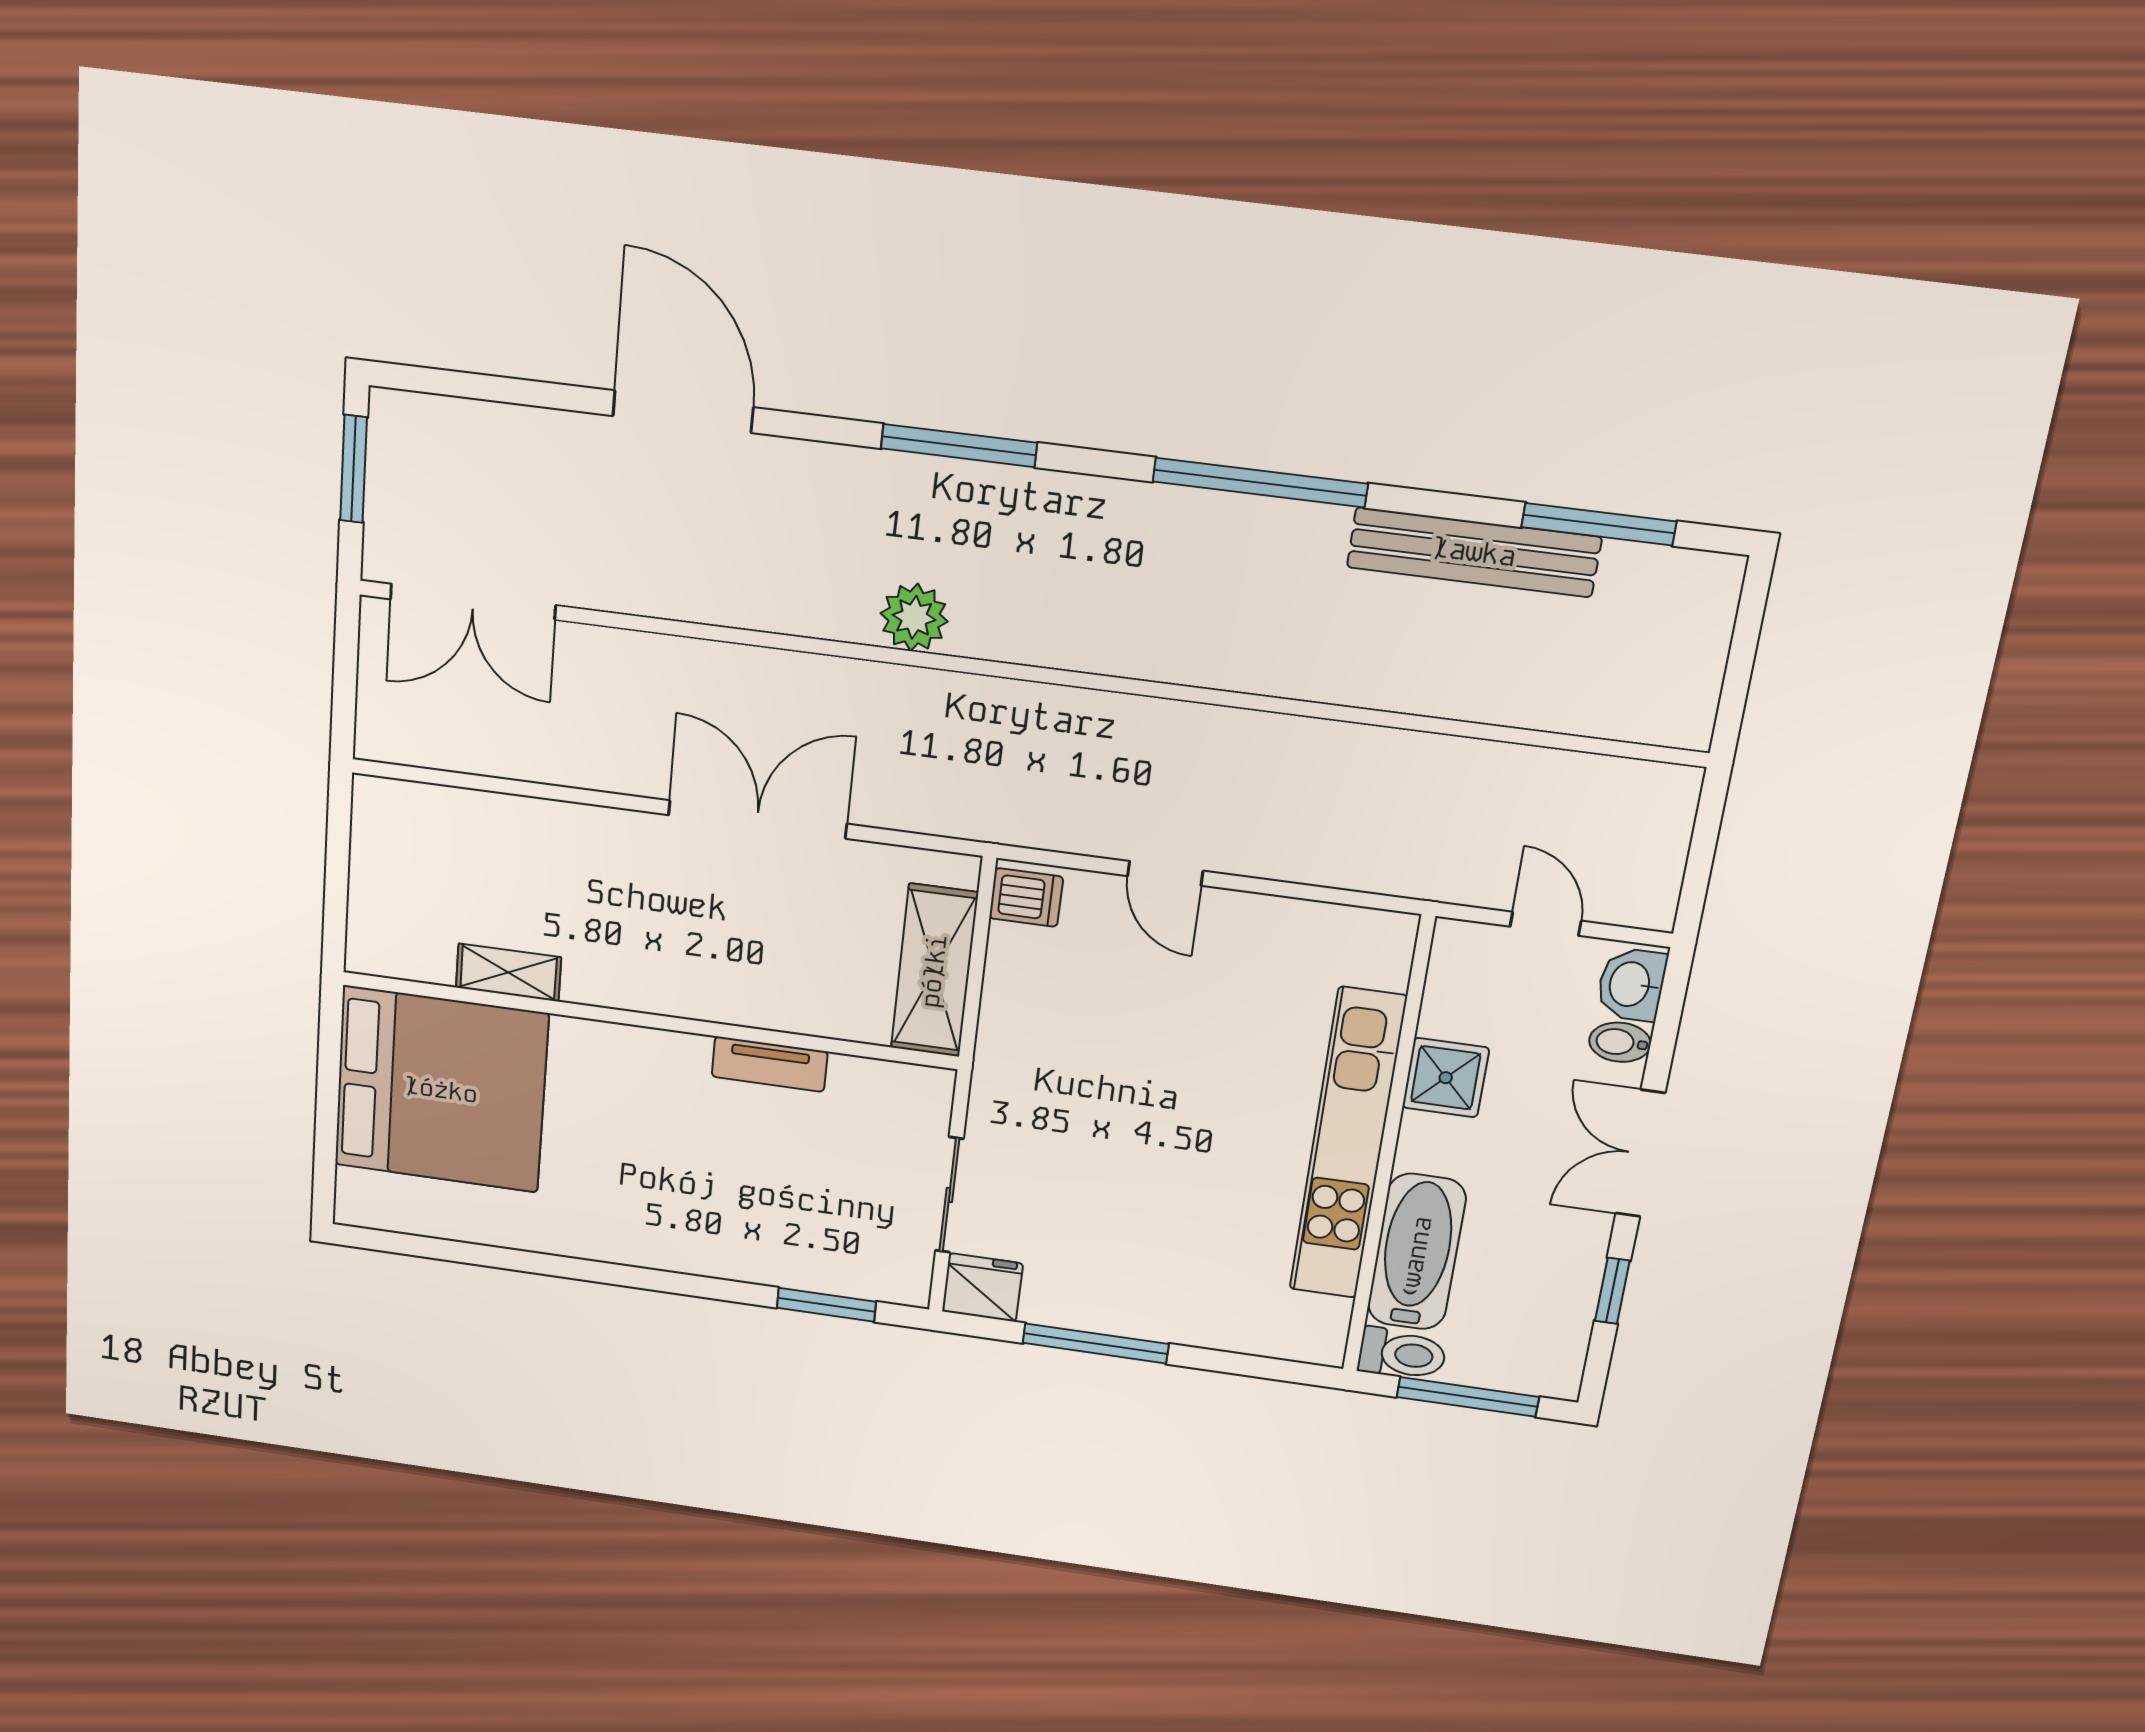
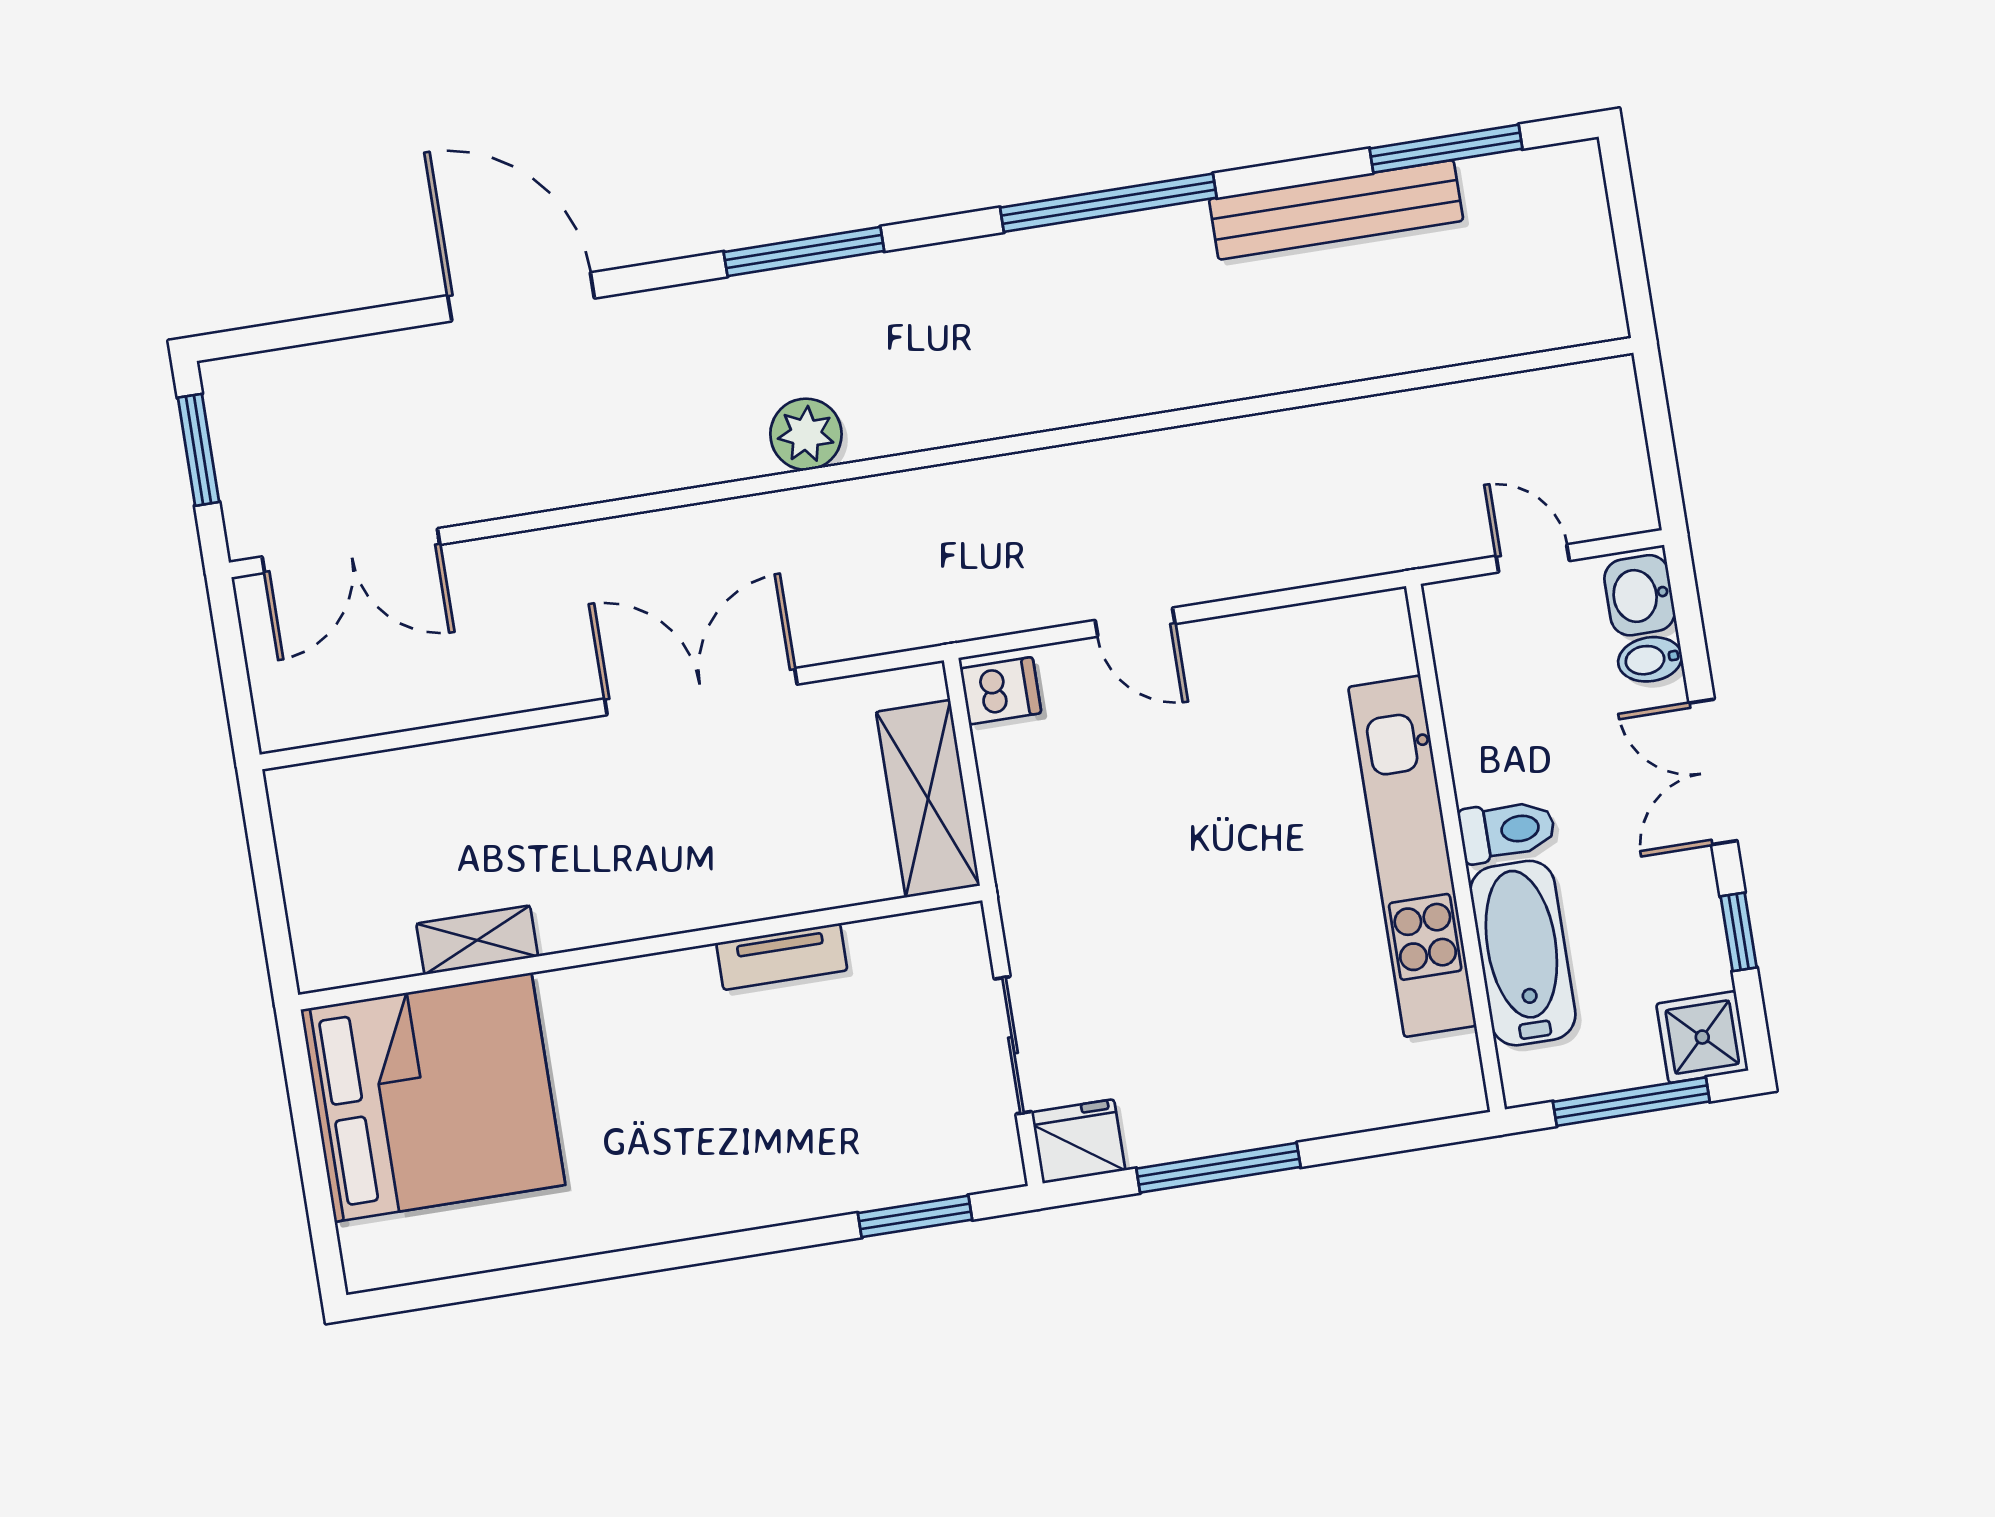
shower: (1446, 1078) -> (1702, 1037), moved
toilet: (1402, 1354) -> (1507, 831), moved

